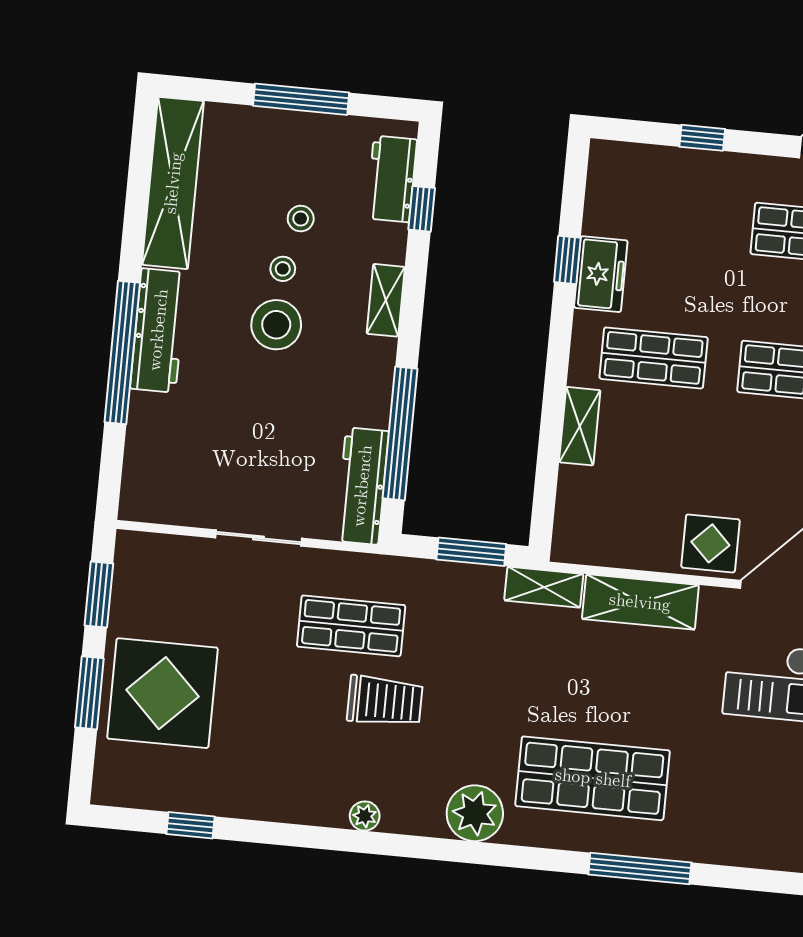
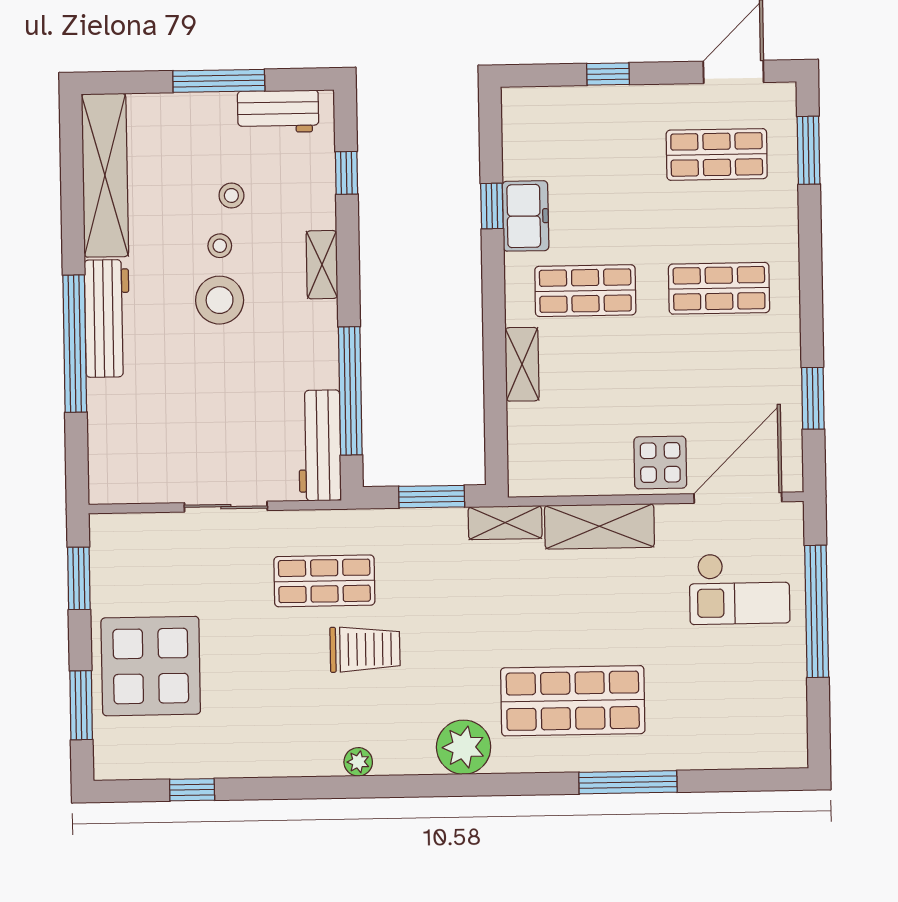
workbench: (392, 179) -> (278, 111), moved, turned -90
window: (89, 693) -> (81, 705), moved

